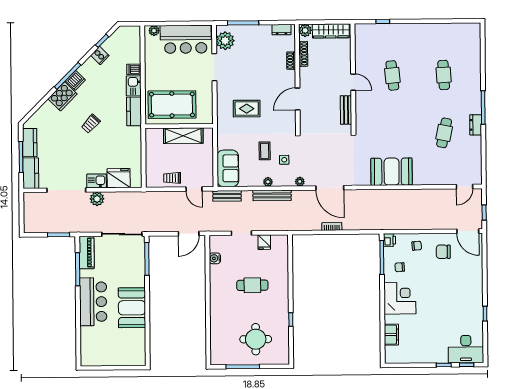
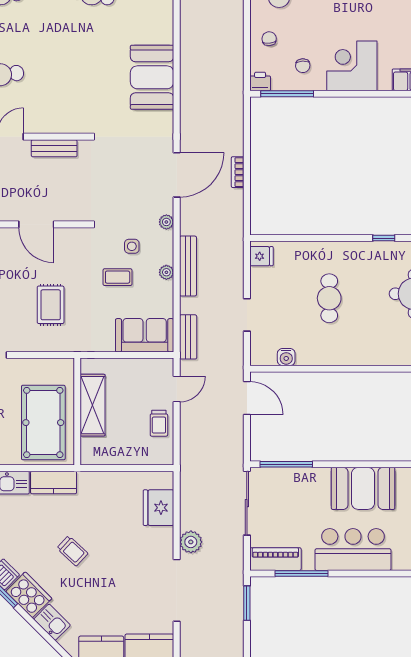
kitchen sink: (97, 181) -> (52, 622), moved, turned 135
fridge: (264, 242) -> (261, 256), moved

